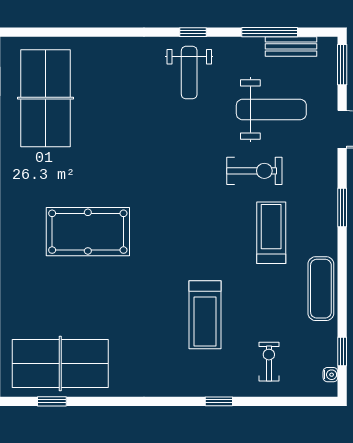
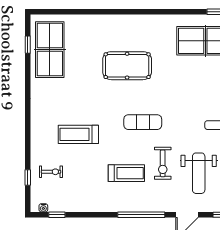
window: (342, 208) -> (141, 215), width x2.11
pool table: (88, 232) -> (127, 66), turned 90
exercise mat: (321, 289) -> (143, 122), moved
window: (219, 401) -> (28, 178), moved

